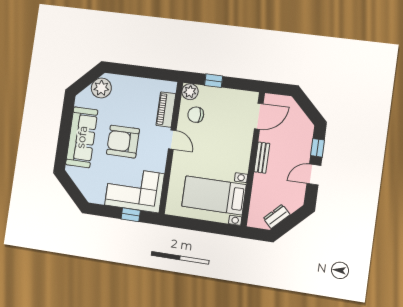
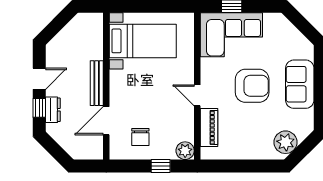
chair: (196, 115) -> (140, 137), moved, turned 90
door: (259, 116) -> (106, 121), moved
sofa: (82, 137) -> (300, 84), width x0.73
bench: (262, 158) -> (97, 83), width x1.36
dresser: (277, 216) -> (53, 110), moved, turned -45

